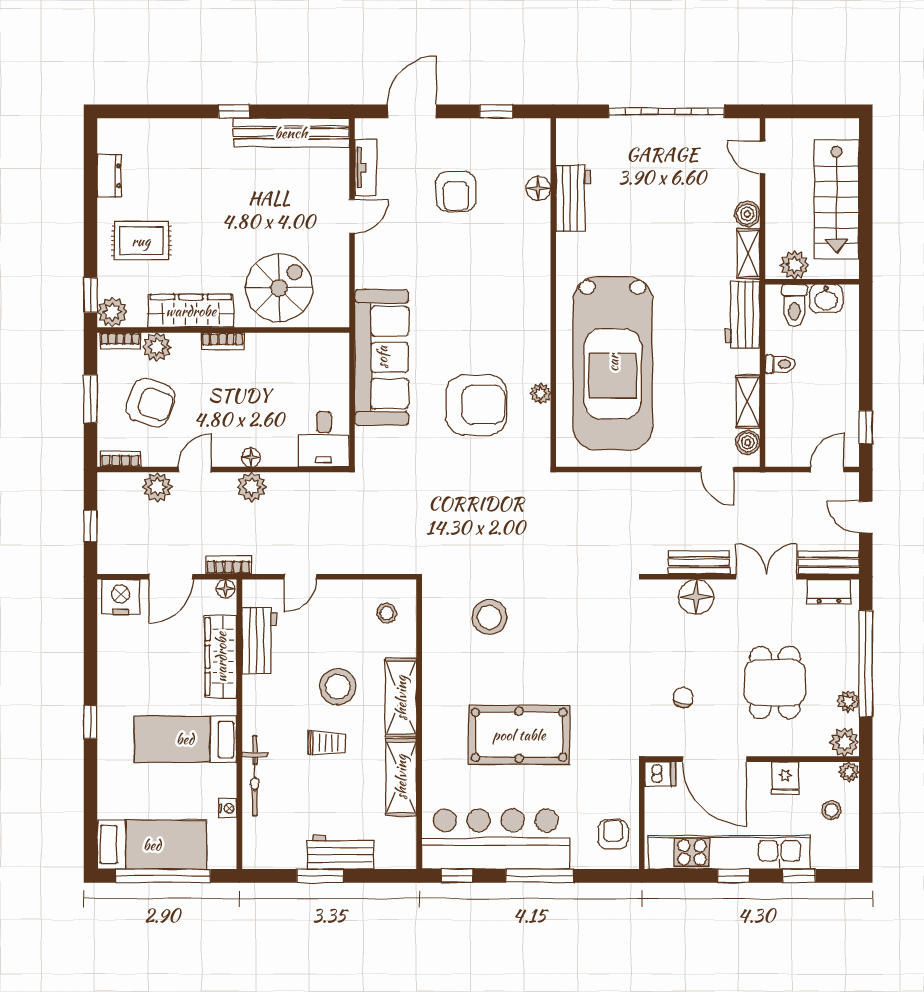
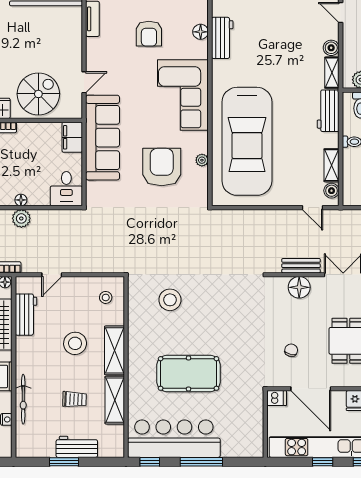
door: (352, 216) -> (84, 82), moved
corner sofa: (510, 289) -> (183, 95), added
filing cabinet: (333, 357) -> (72, 137), added
armchair: (476, 405) -> (162, 167), turned -90
trolley: (326, 743) -> (74, 399), moved
armchair: (613, 834) -> (247, 436), removed

